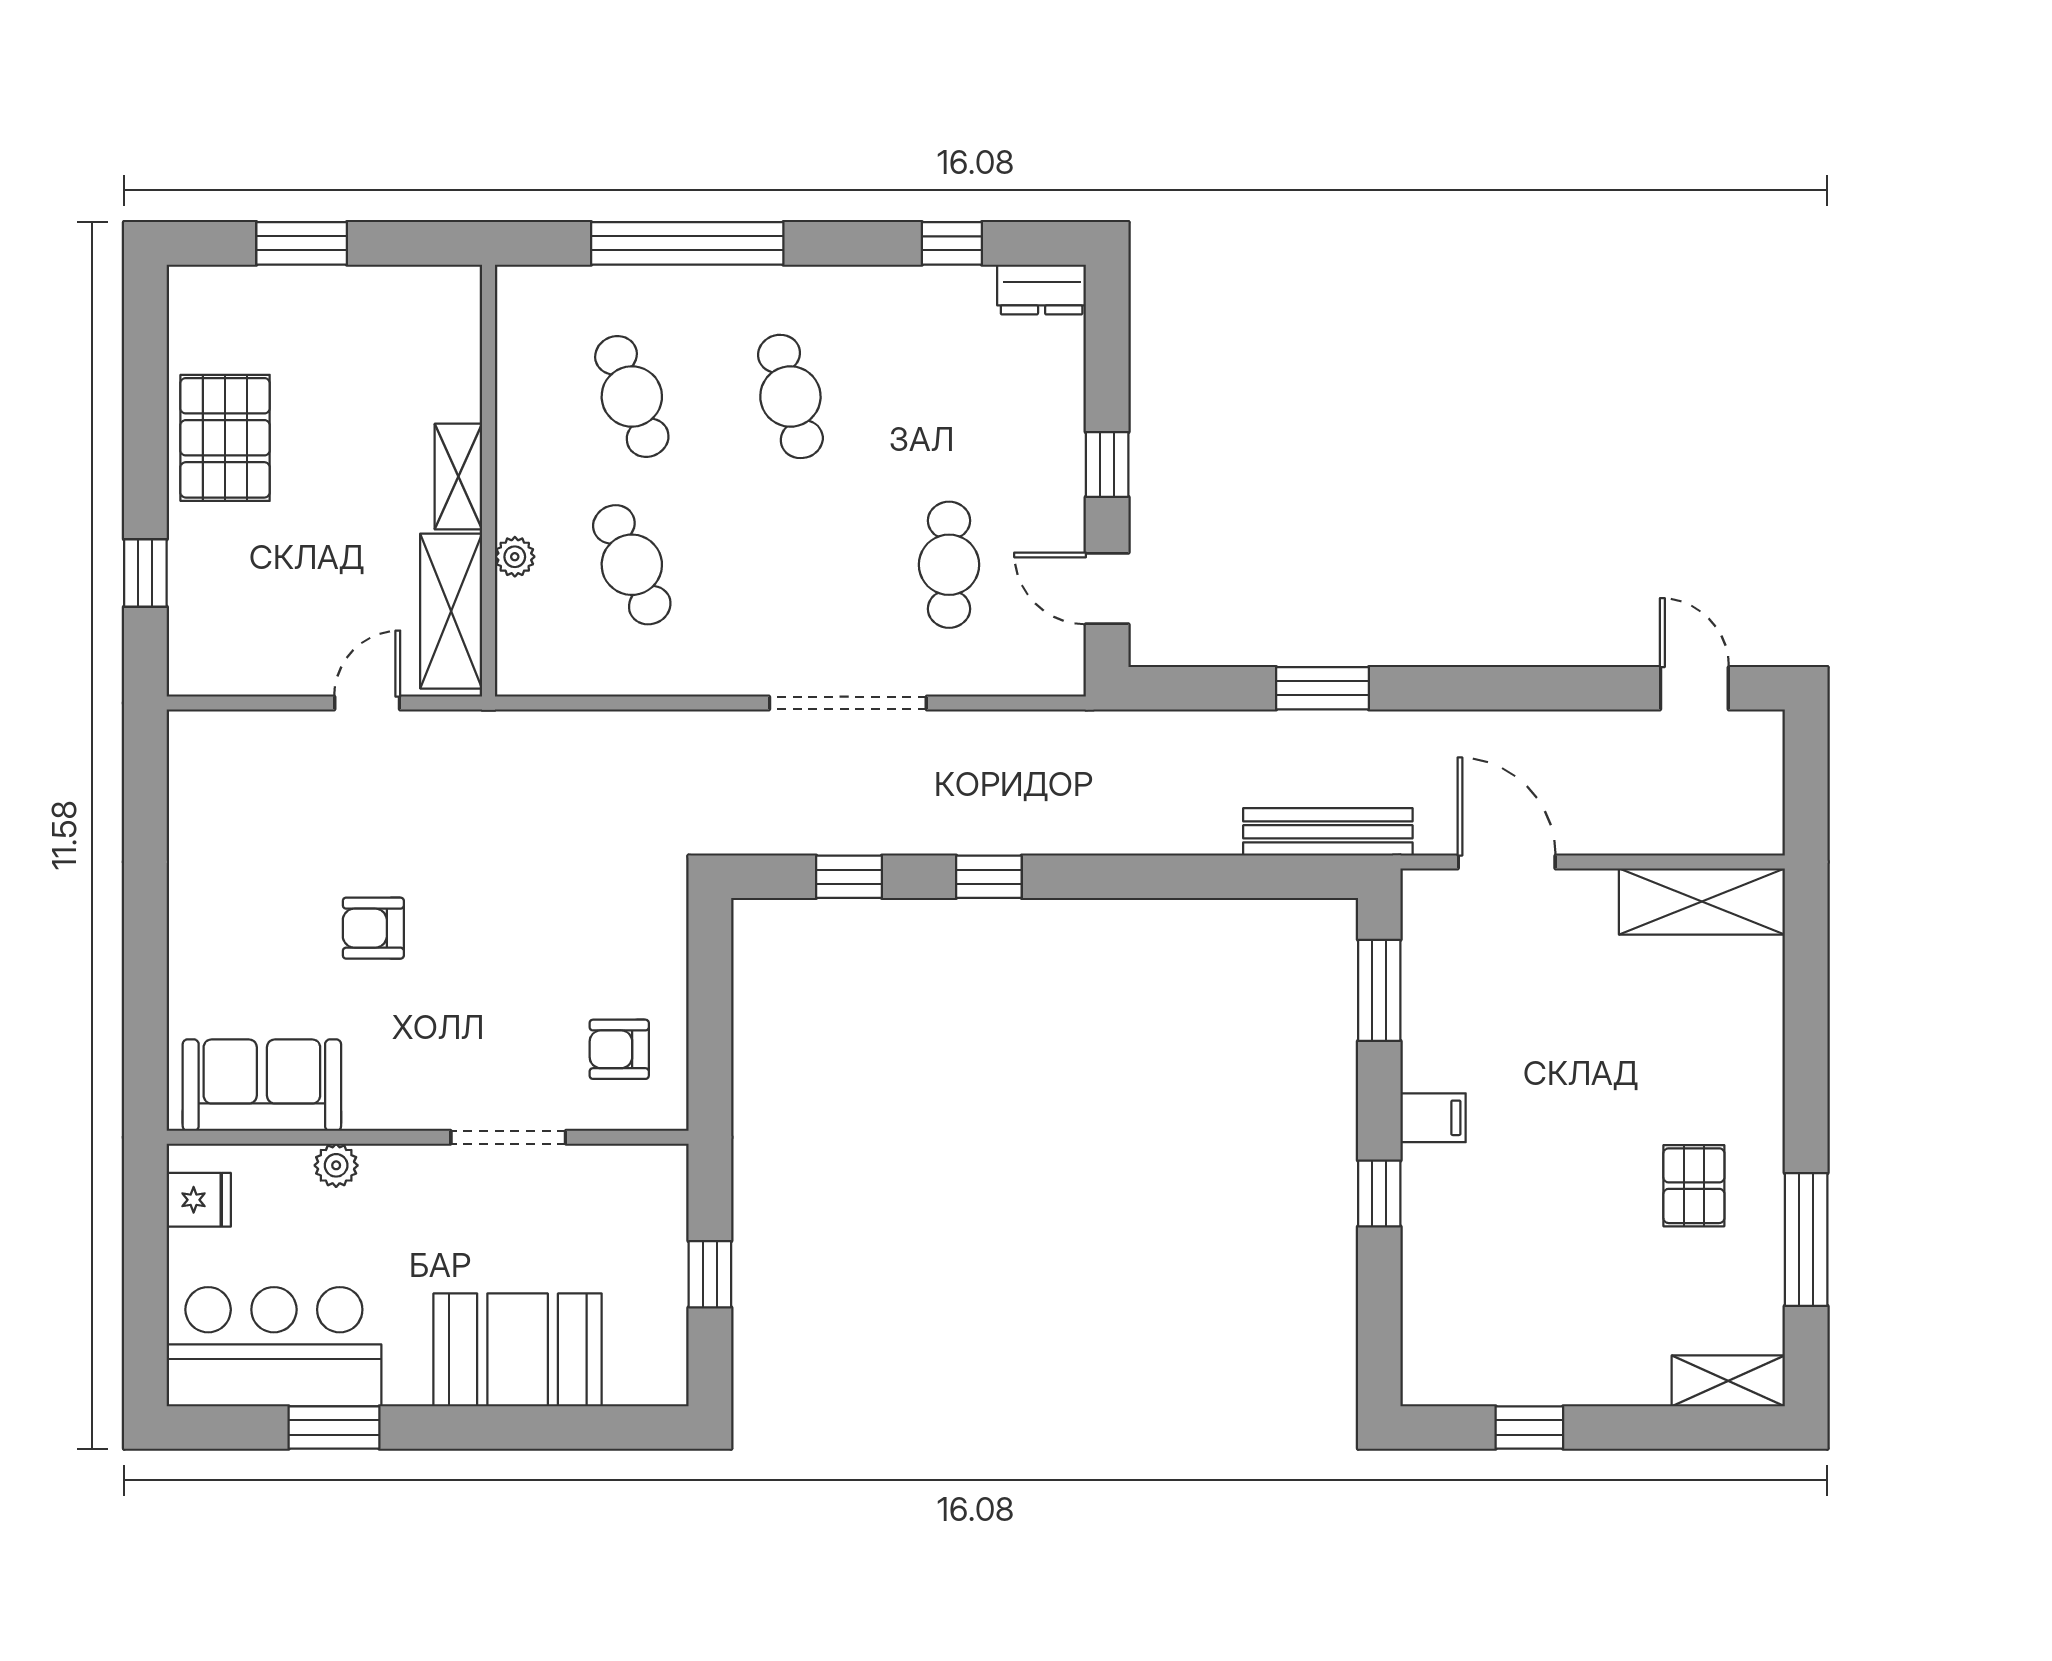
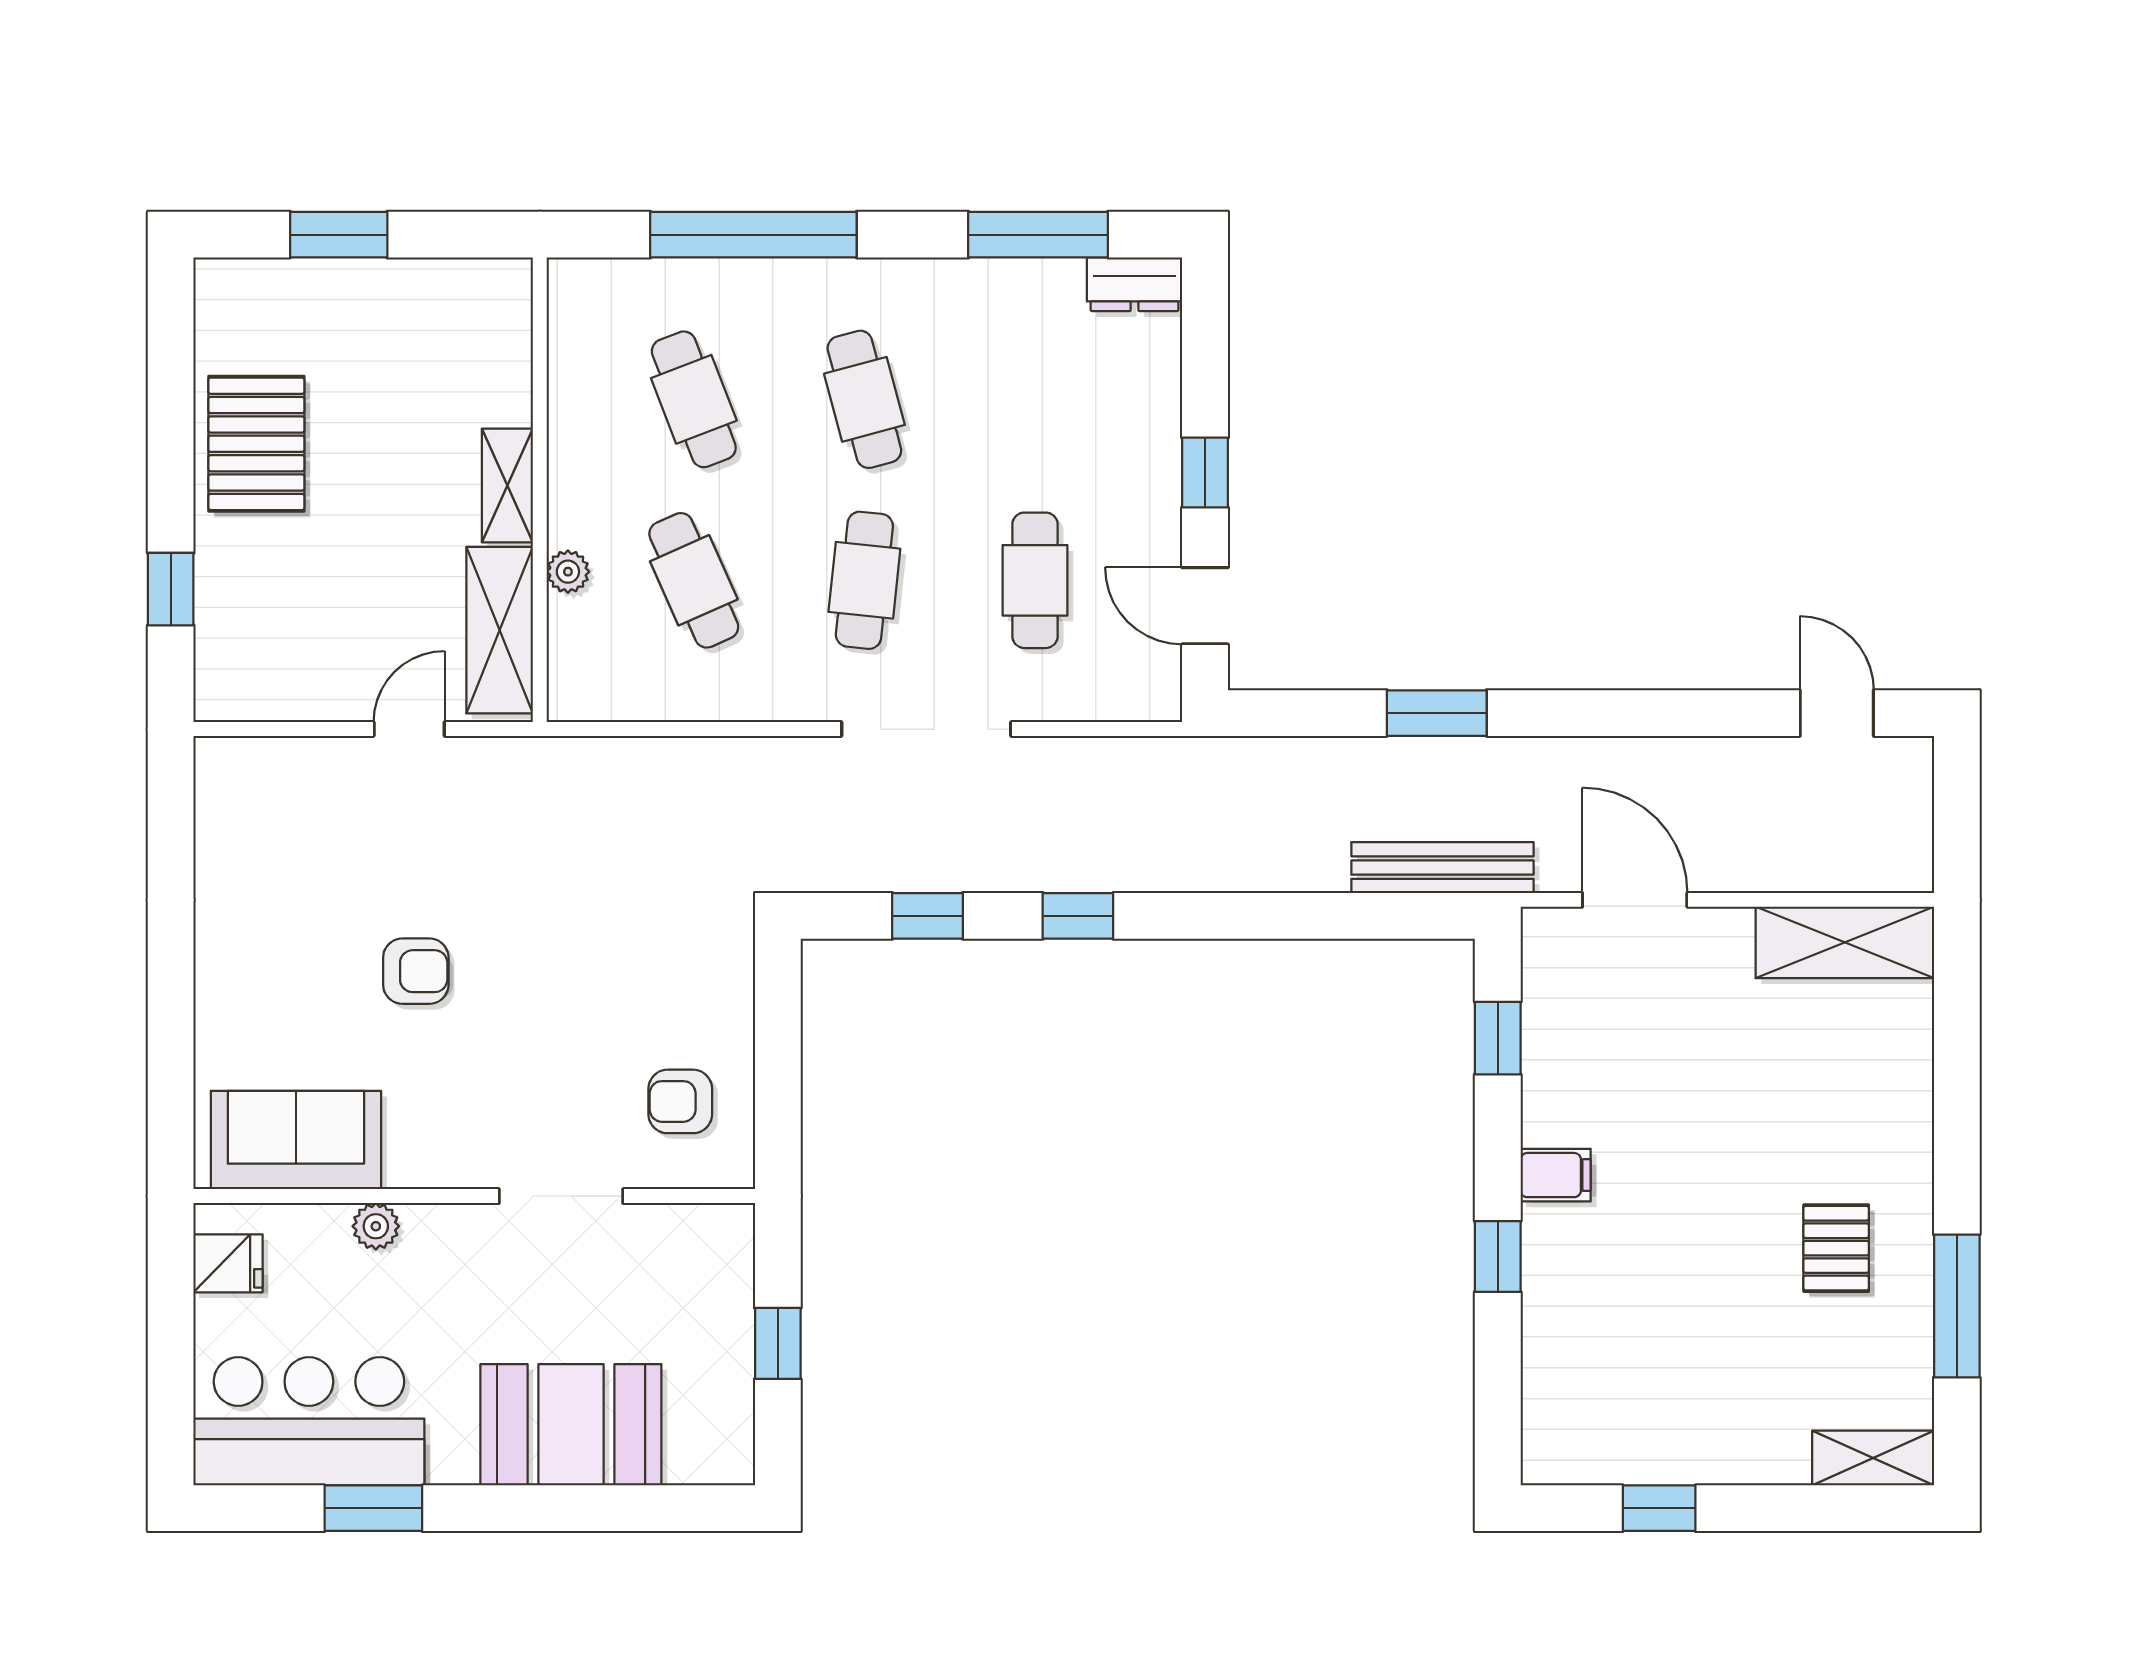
window: (952, 243) -> (1038, 235), width x2.17
cafe table: (790, 565) -> (864, 580), added
armchair: (373, 928) -> (416, 971), turned 180
window: (1379, 990) -> (1498, 1038), width x0.67

